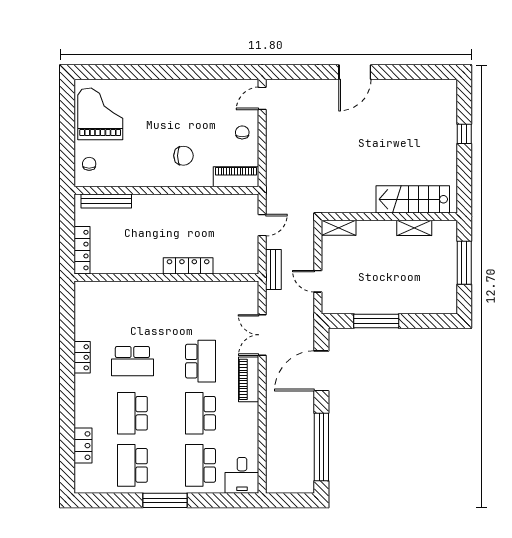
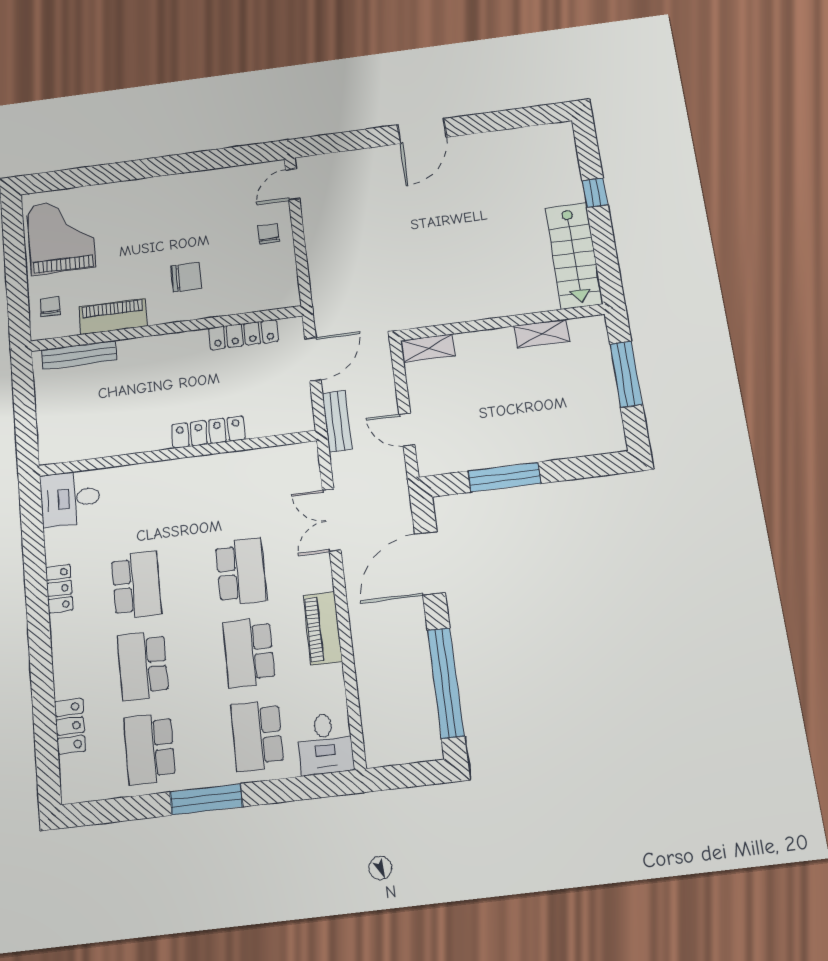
piano: (236, 177) -> (113, 316), moved
stairs: (413, 199) -> (574, 255), moved, turned -90
door: (262, 225) -> (313, 359), width x1.38
locker: (82, 250) -> (244, 335), moved, turned 90
desk: (93, 299) -> (70, 499), added
school desk: (132, 361) -> (136, 585), turned -90
piano: (249, 379) -> (323, 628), moved

